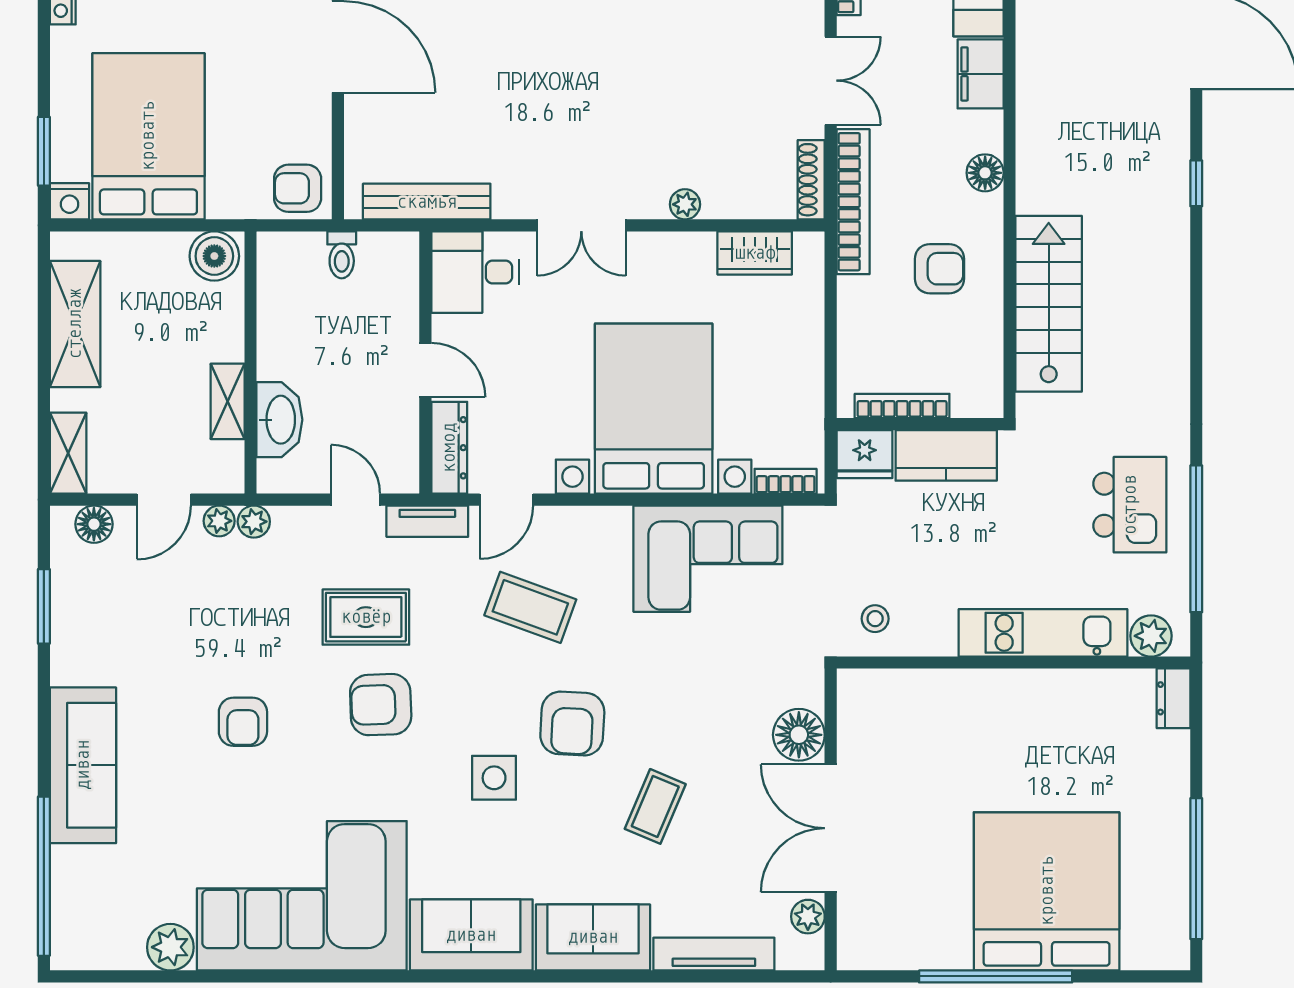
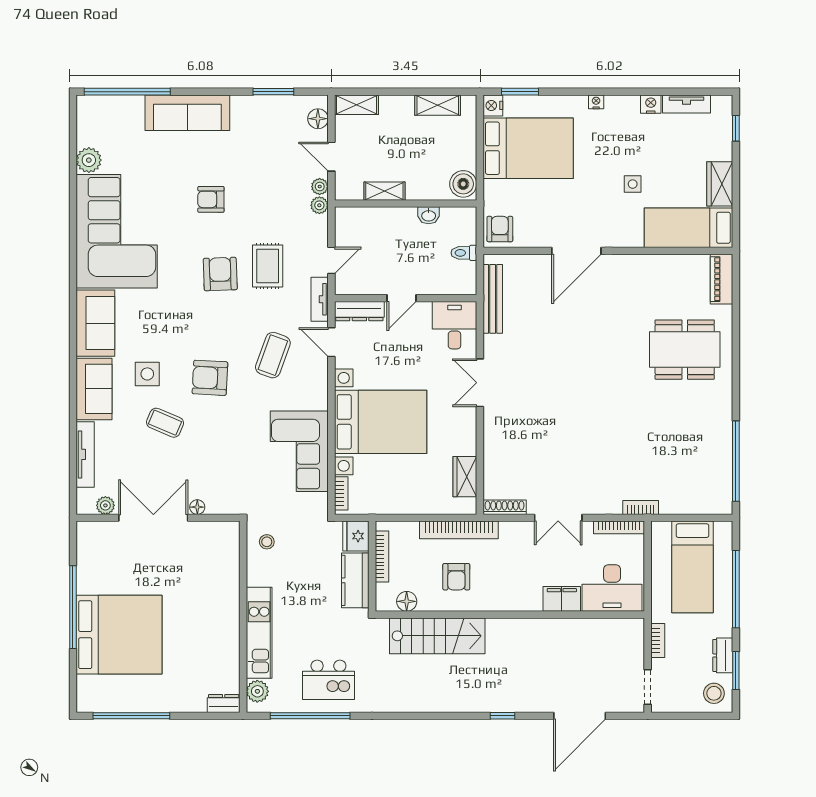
floor lamp: (985, 173) -> (407, 601), moved
bookcase: (853, 202) -> (459, 530), moved
plant: (685, 204) -> (491, 439), removed
shelving: (75, 324) -> (438, 105), width x0.67, depth x0.75
washbasin: (279, 420) -> (429, 215), moved, width x0.52, depth x0.69
floor lamp: (799, 735) -> (197, 507), width x0.53, depth x0.53
side table: (494, 778) -> (147, 374), moved

